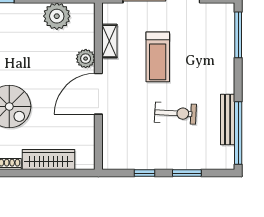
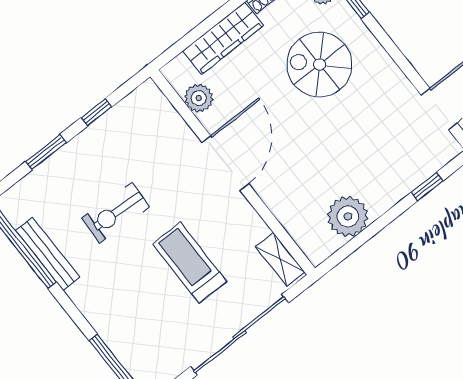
shelving: (109, 41) -> (280, 259), moved
plant: (86, 59) -> (199, 98), moved

